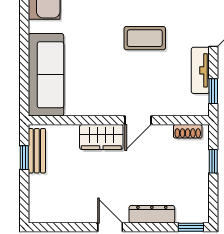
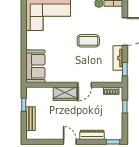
sofa: (46, 75) -> (35, 66), width x0.73
bench: (37, 151) -> (31, 119), moved

